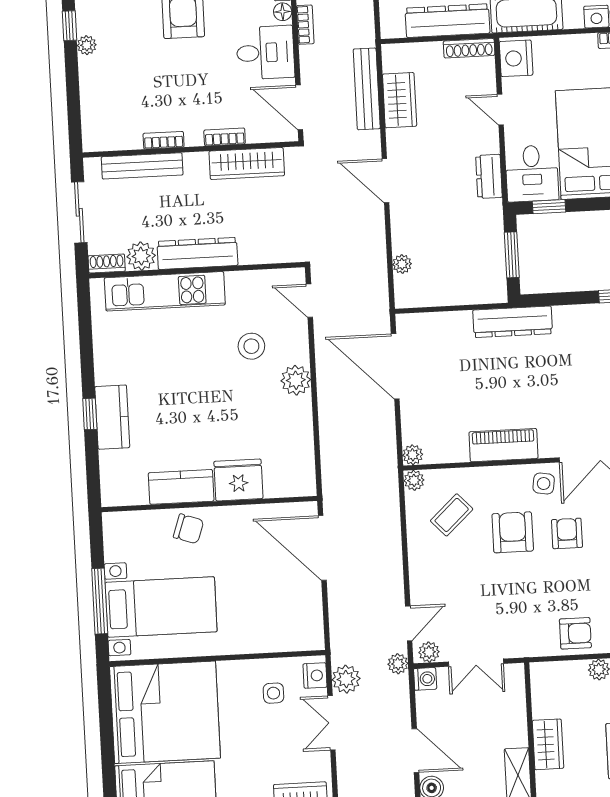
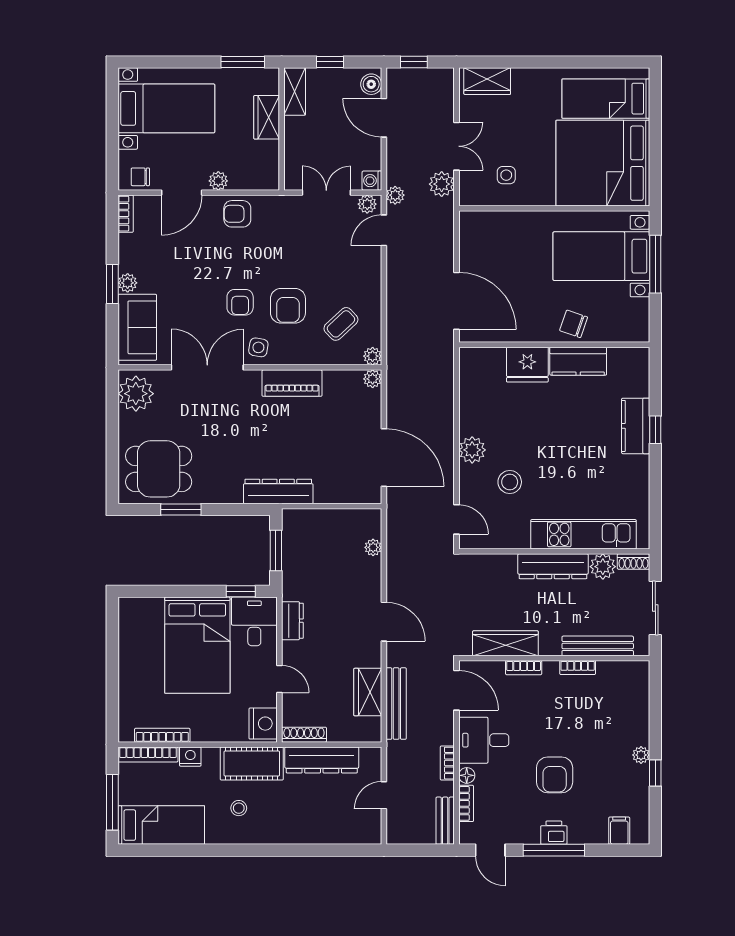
nightstand: (315, 676) -> (469, 189), removed

